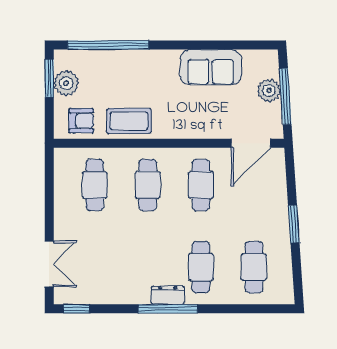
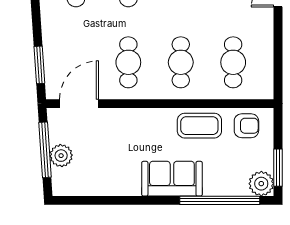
sofa: (211, 67) -> (172, 179), moved
plant: (66, 83) -> (261, 184), moved
armchair: (81, 121) -> (246, 126), turned 180
window: (294, 224) -> (39, 65), moved

